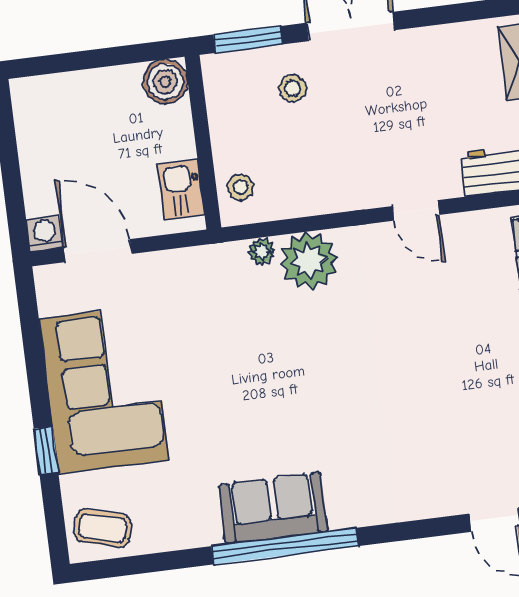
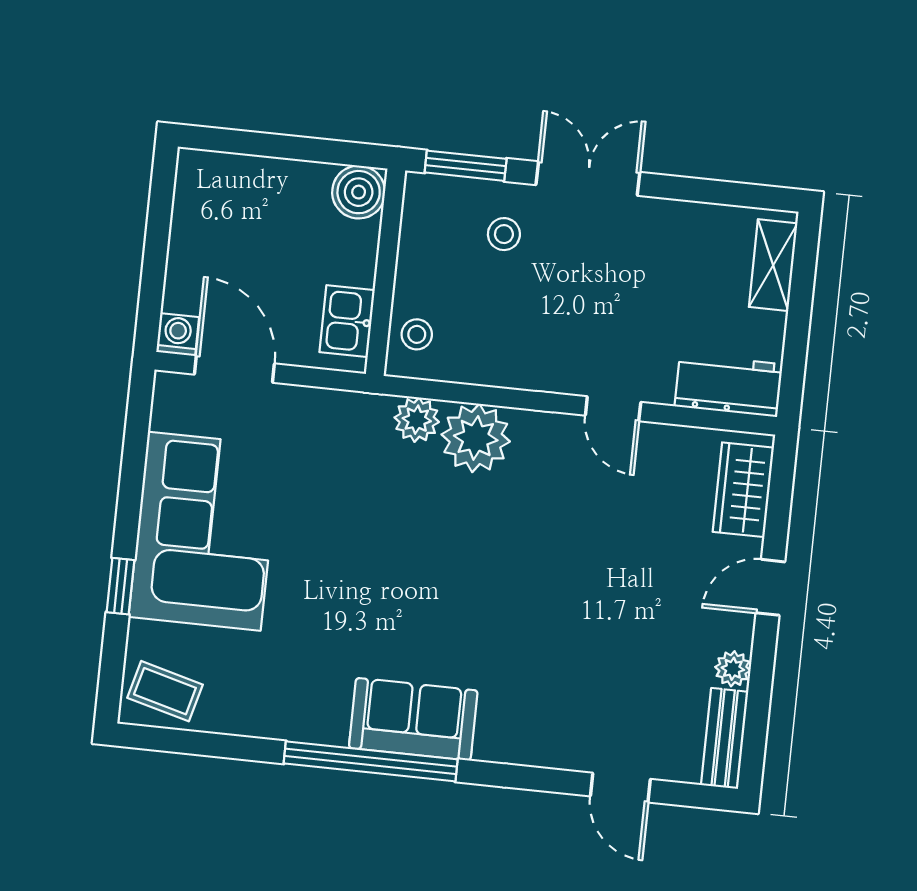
plant: (261, 251) -> (417, 420), width x1.38, depth x1.38
sofa: (273, 508) -> (413, 719), moved

